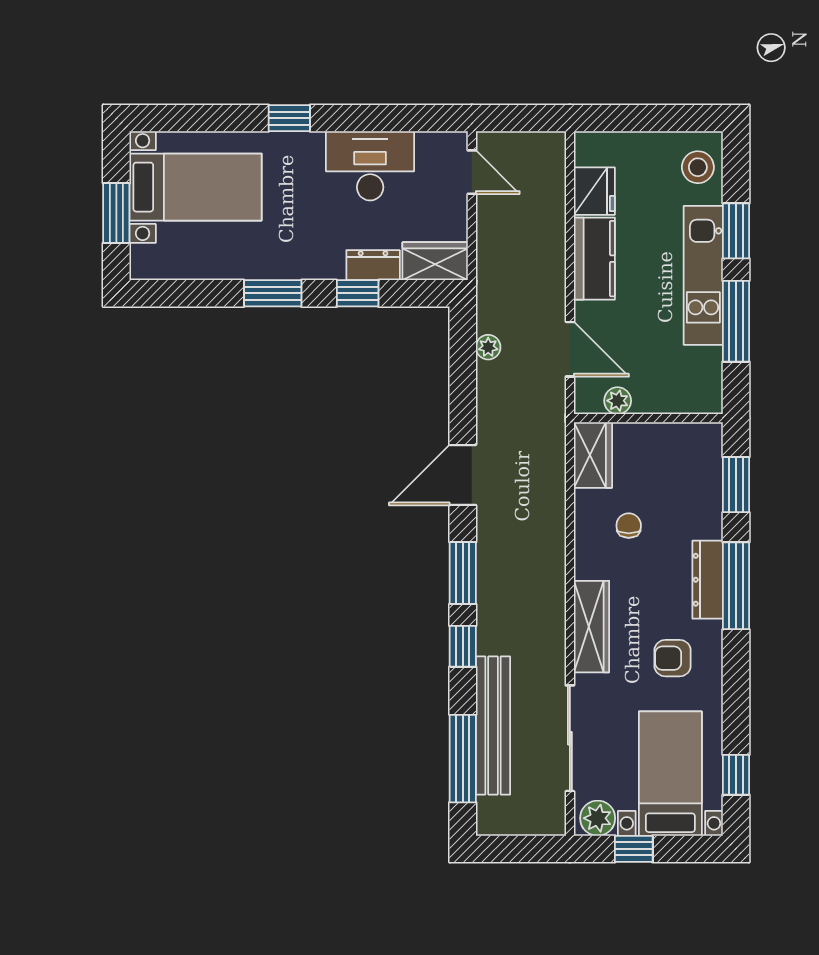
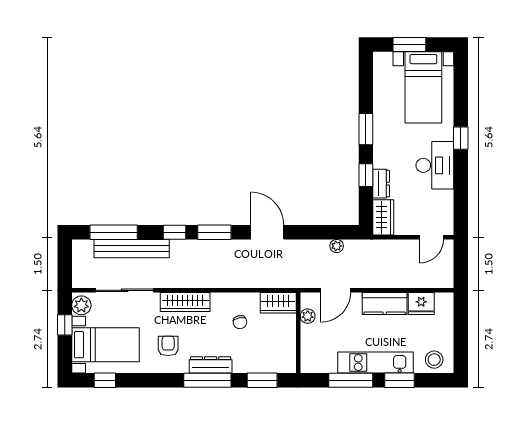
desk: (370, 166) -> (435, 165), moved
chair: (629, 526) -> (240, 322), turned 79

